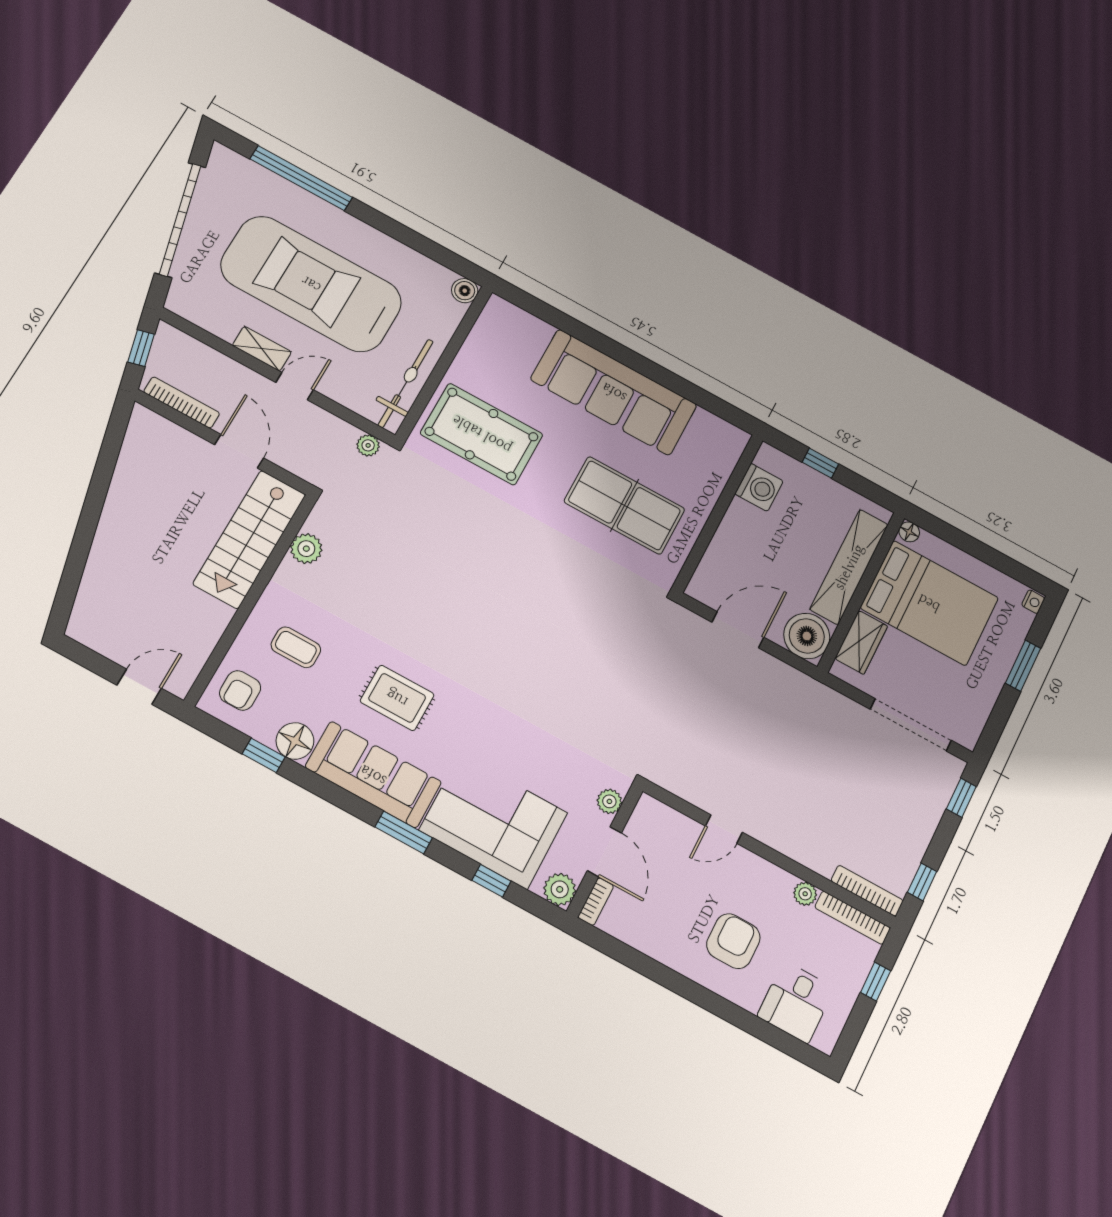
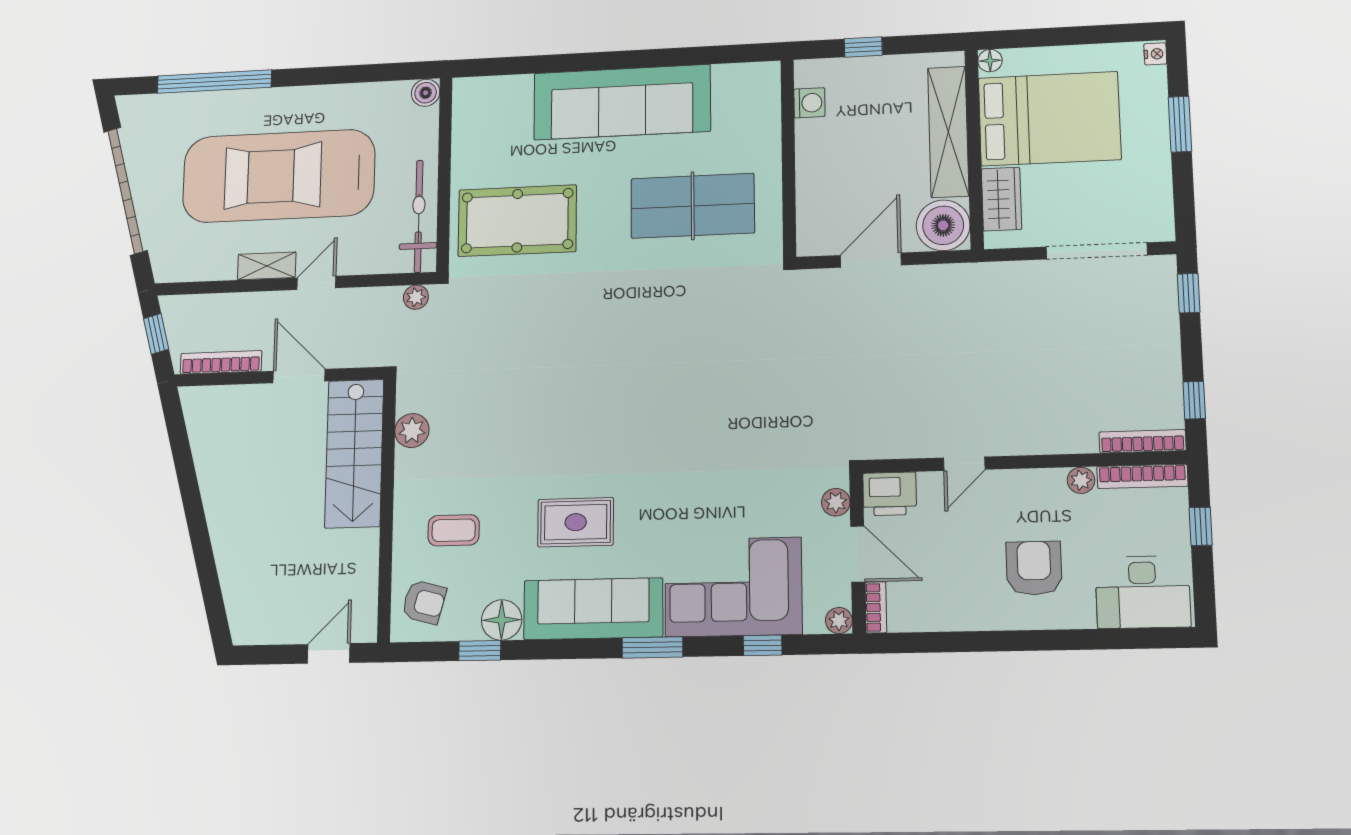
washing machine: (759, 487) -> (809, 103), width x0.73, depth x0.73
armchair: (240, 690) -> (424, 602), turned -75
printer: (654, 819) -> (890, 494), added
plant: (560, 889) -> (839, 621), width x0.73, depth x0.73
desk: (796, 1002) -> (1143, 592), width x1.37

